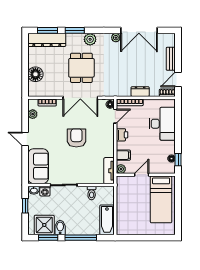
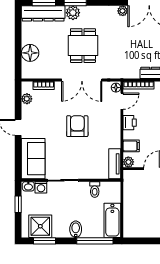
plant: (90, 39) -> (73, 13), moved
bidet: (60, 228) -> (76, 229), moved
window: (81, 238) -> (95, 241), moved

